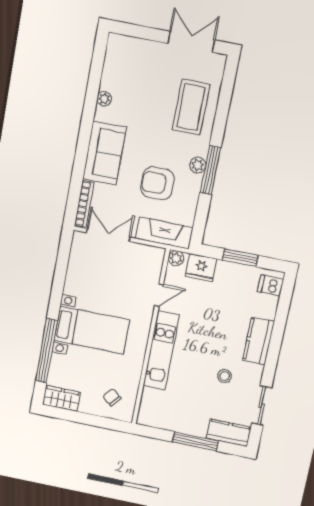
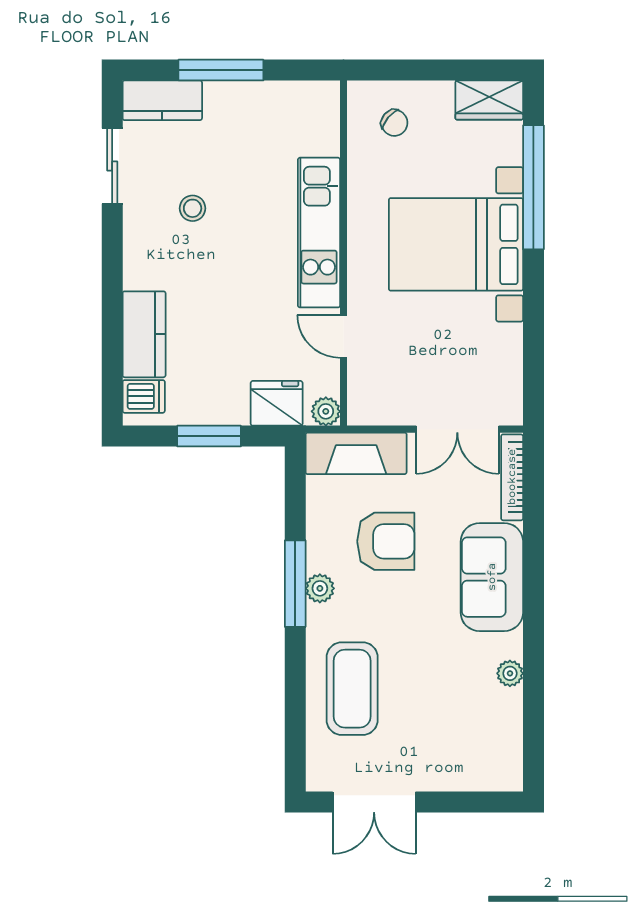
door: (159, 295) -> (344, 336), hinge flipped
bed with nightstands: (92, 330) -> (456, 244), width x1.36
kitchen counter: (258, 341) -> (144, 334), moved

